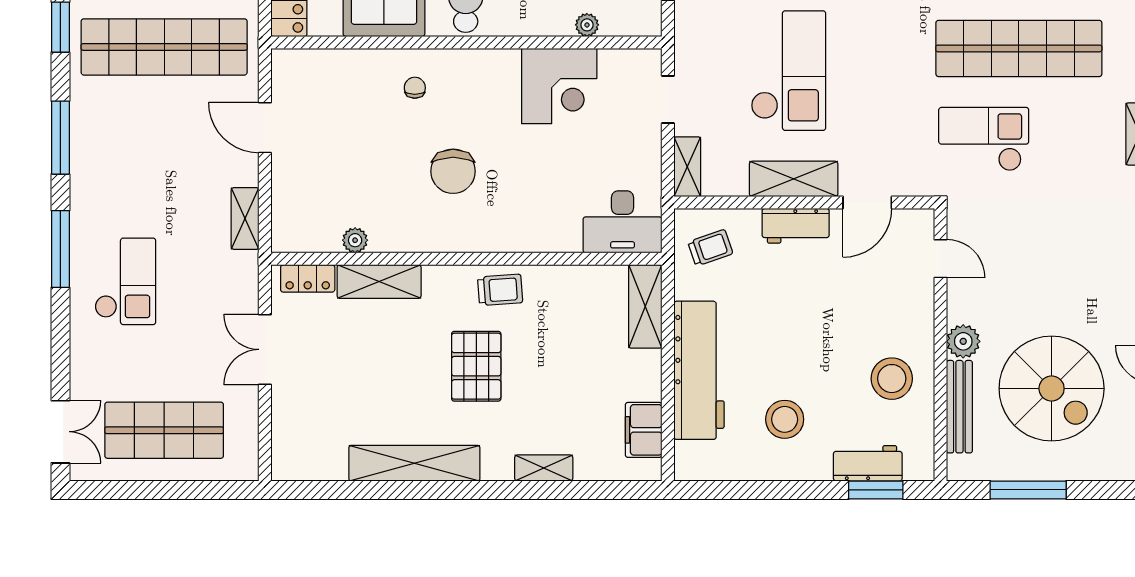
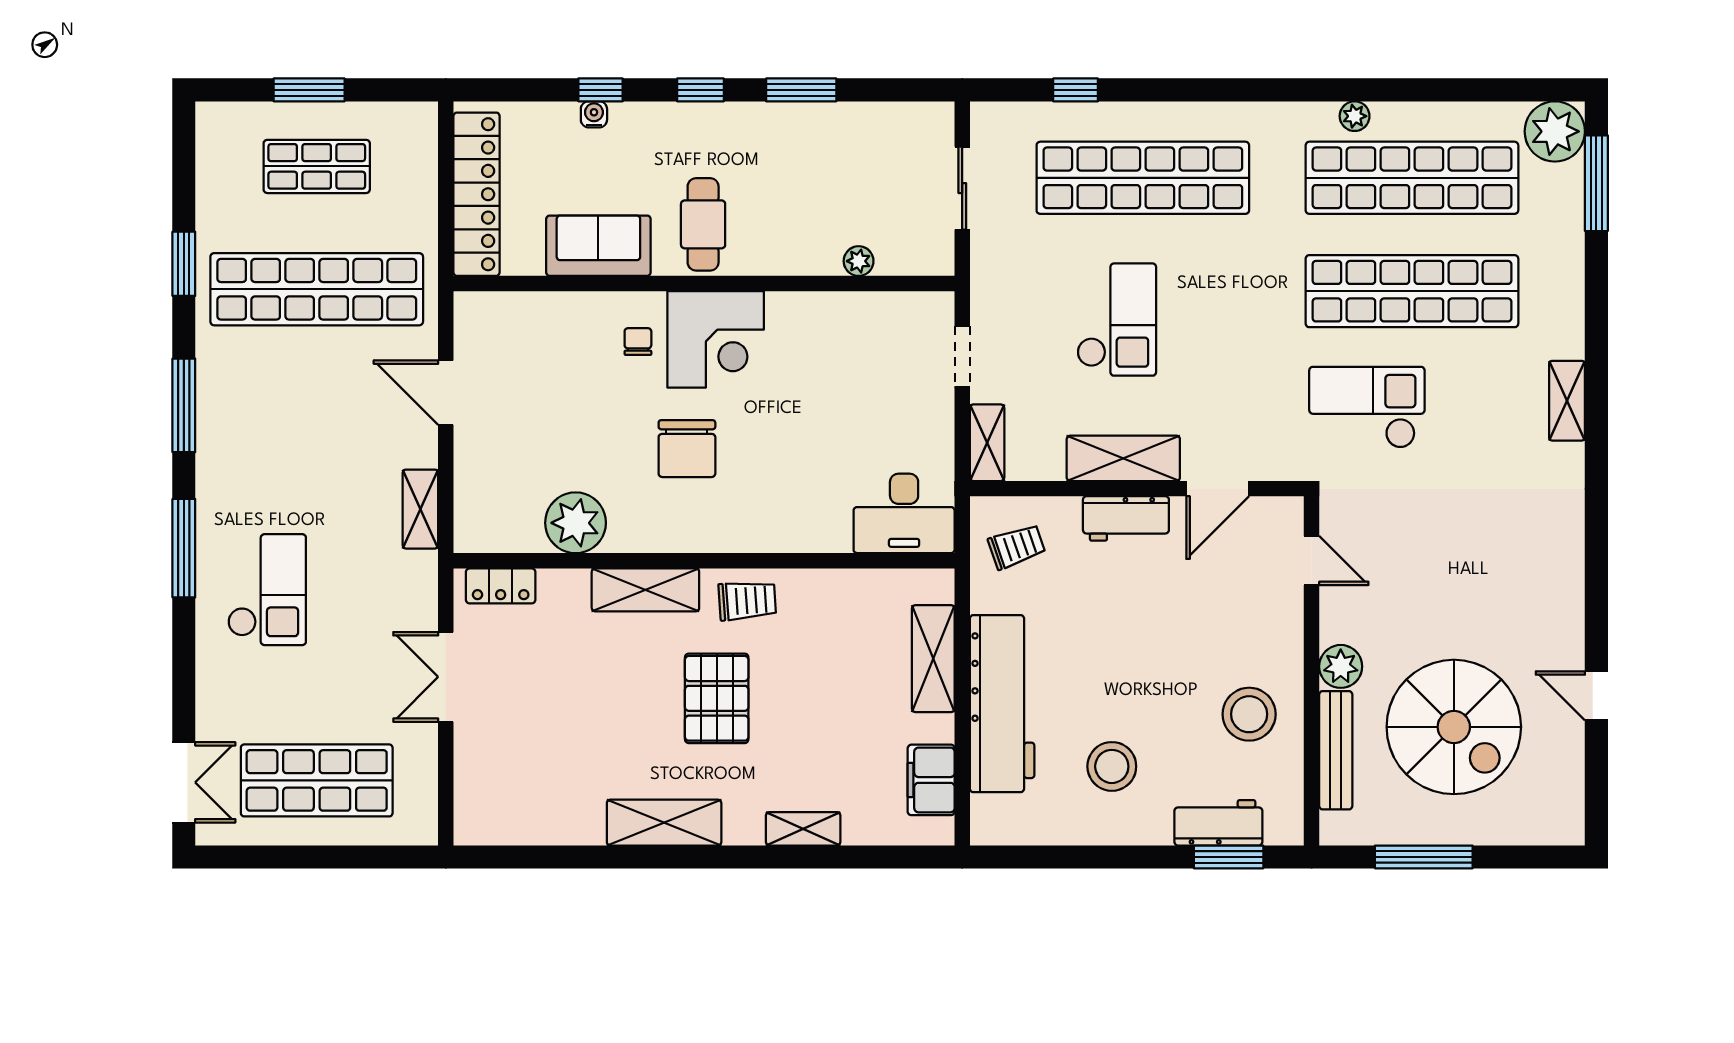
checkout: (788, 71) -> (1117, 320), width x0.73, depth x0.83
corner desk: (559, 86) -> (716, 339), moved
plant: (355, 240) -> (576, 523), width x1.88, depth x1.88
shelving: (379, 282) -> (645, 590), moved
shelving: (645, 306) -> (933, 659), moved
shelving: (414, 463) -> (664, 823), width x0.68

